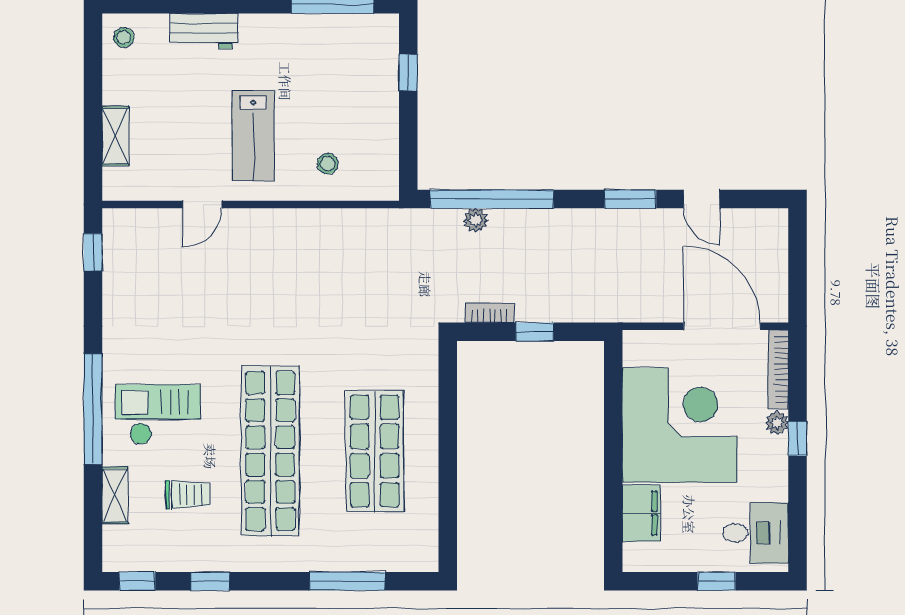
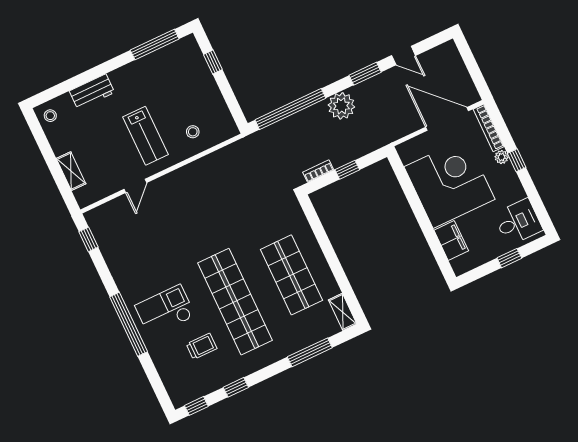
plant: (476, 220) -> (341, 106), moved, width x1.88, depth x1.88
shelving: (115, 495) -> (343, 312), moved

